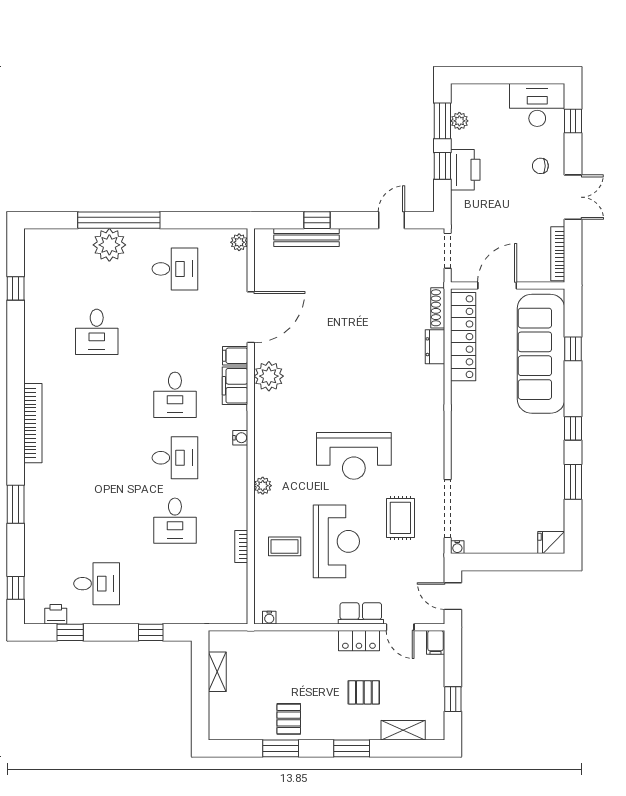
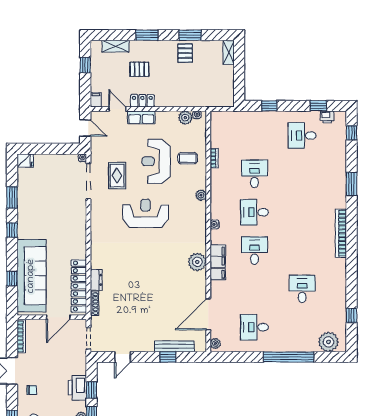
plant: (109, 245) -> (328, 342), moved
door: (251, 317) -> (208, 314), moved
plant: (289, 613) -> (185, 118), added
shelving: (217, 672) -> (229, 52), moved

